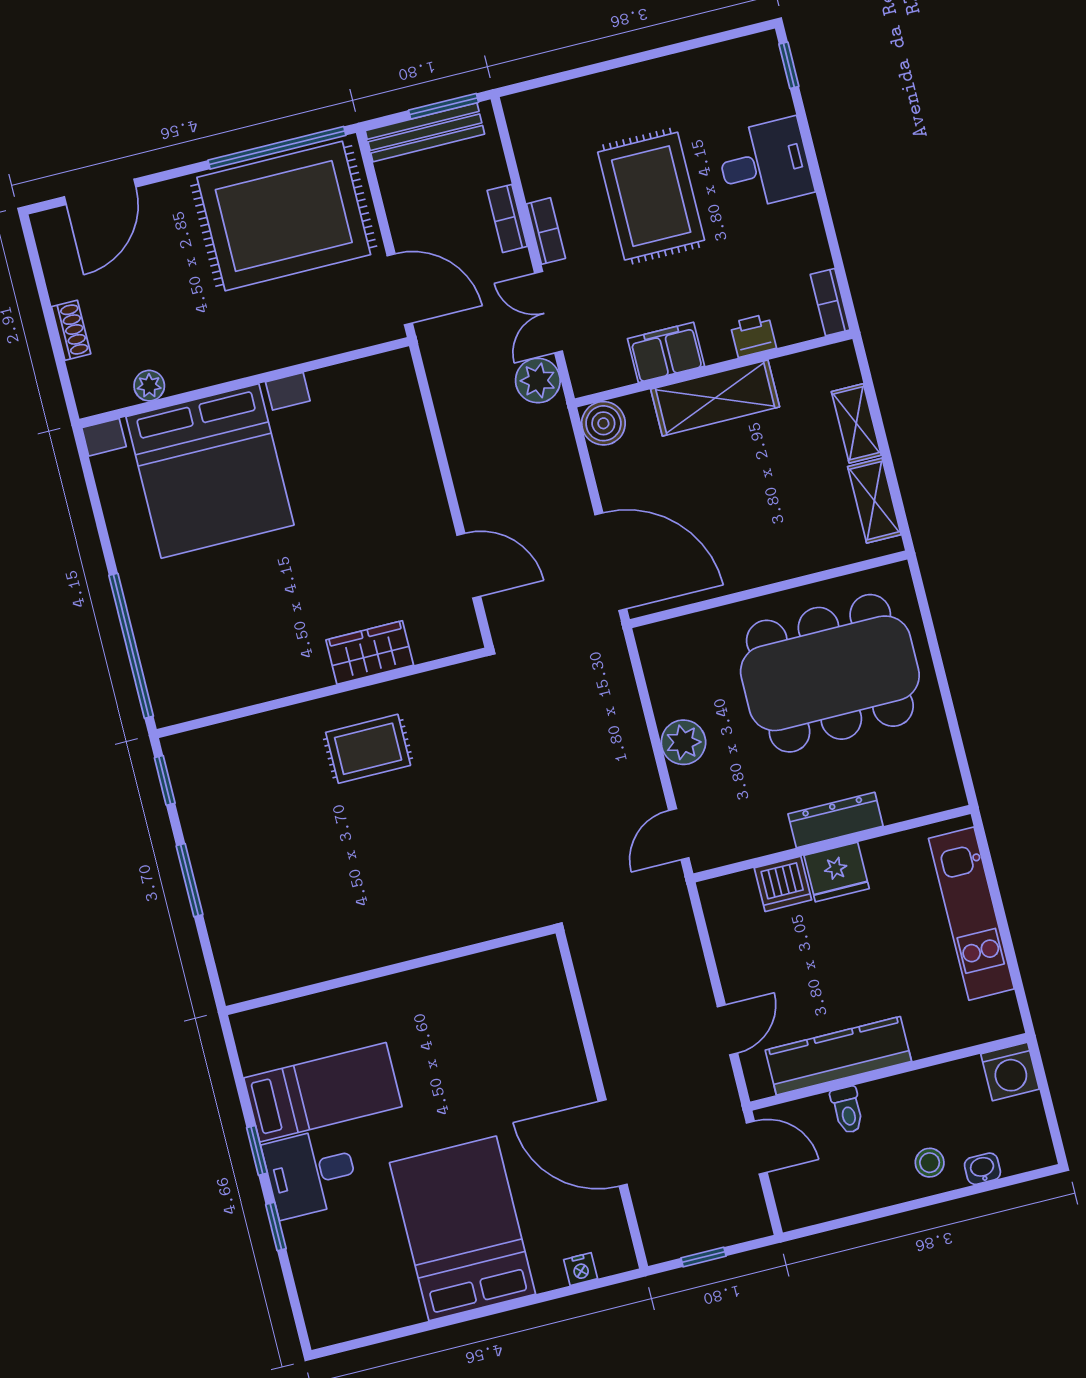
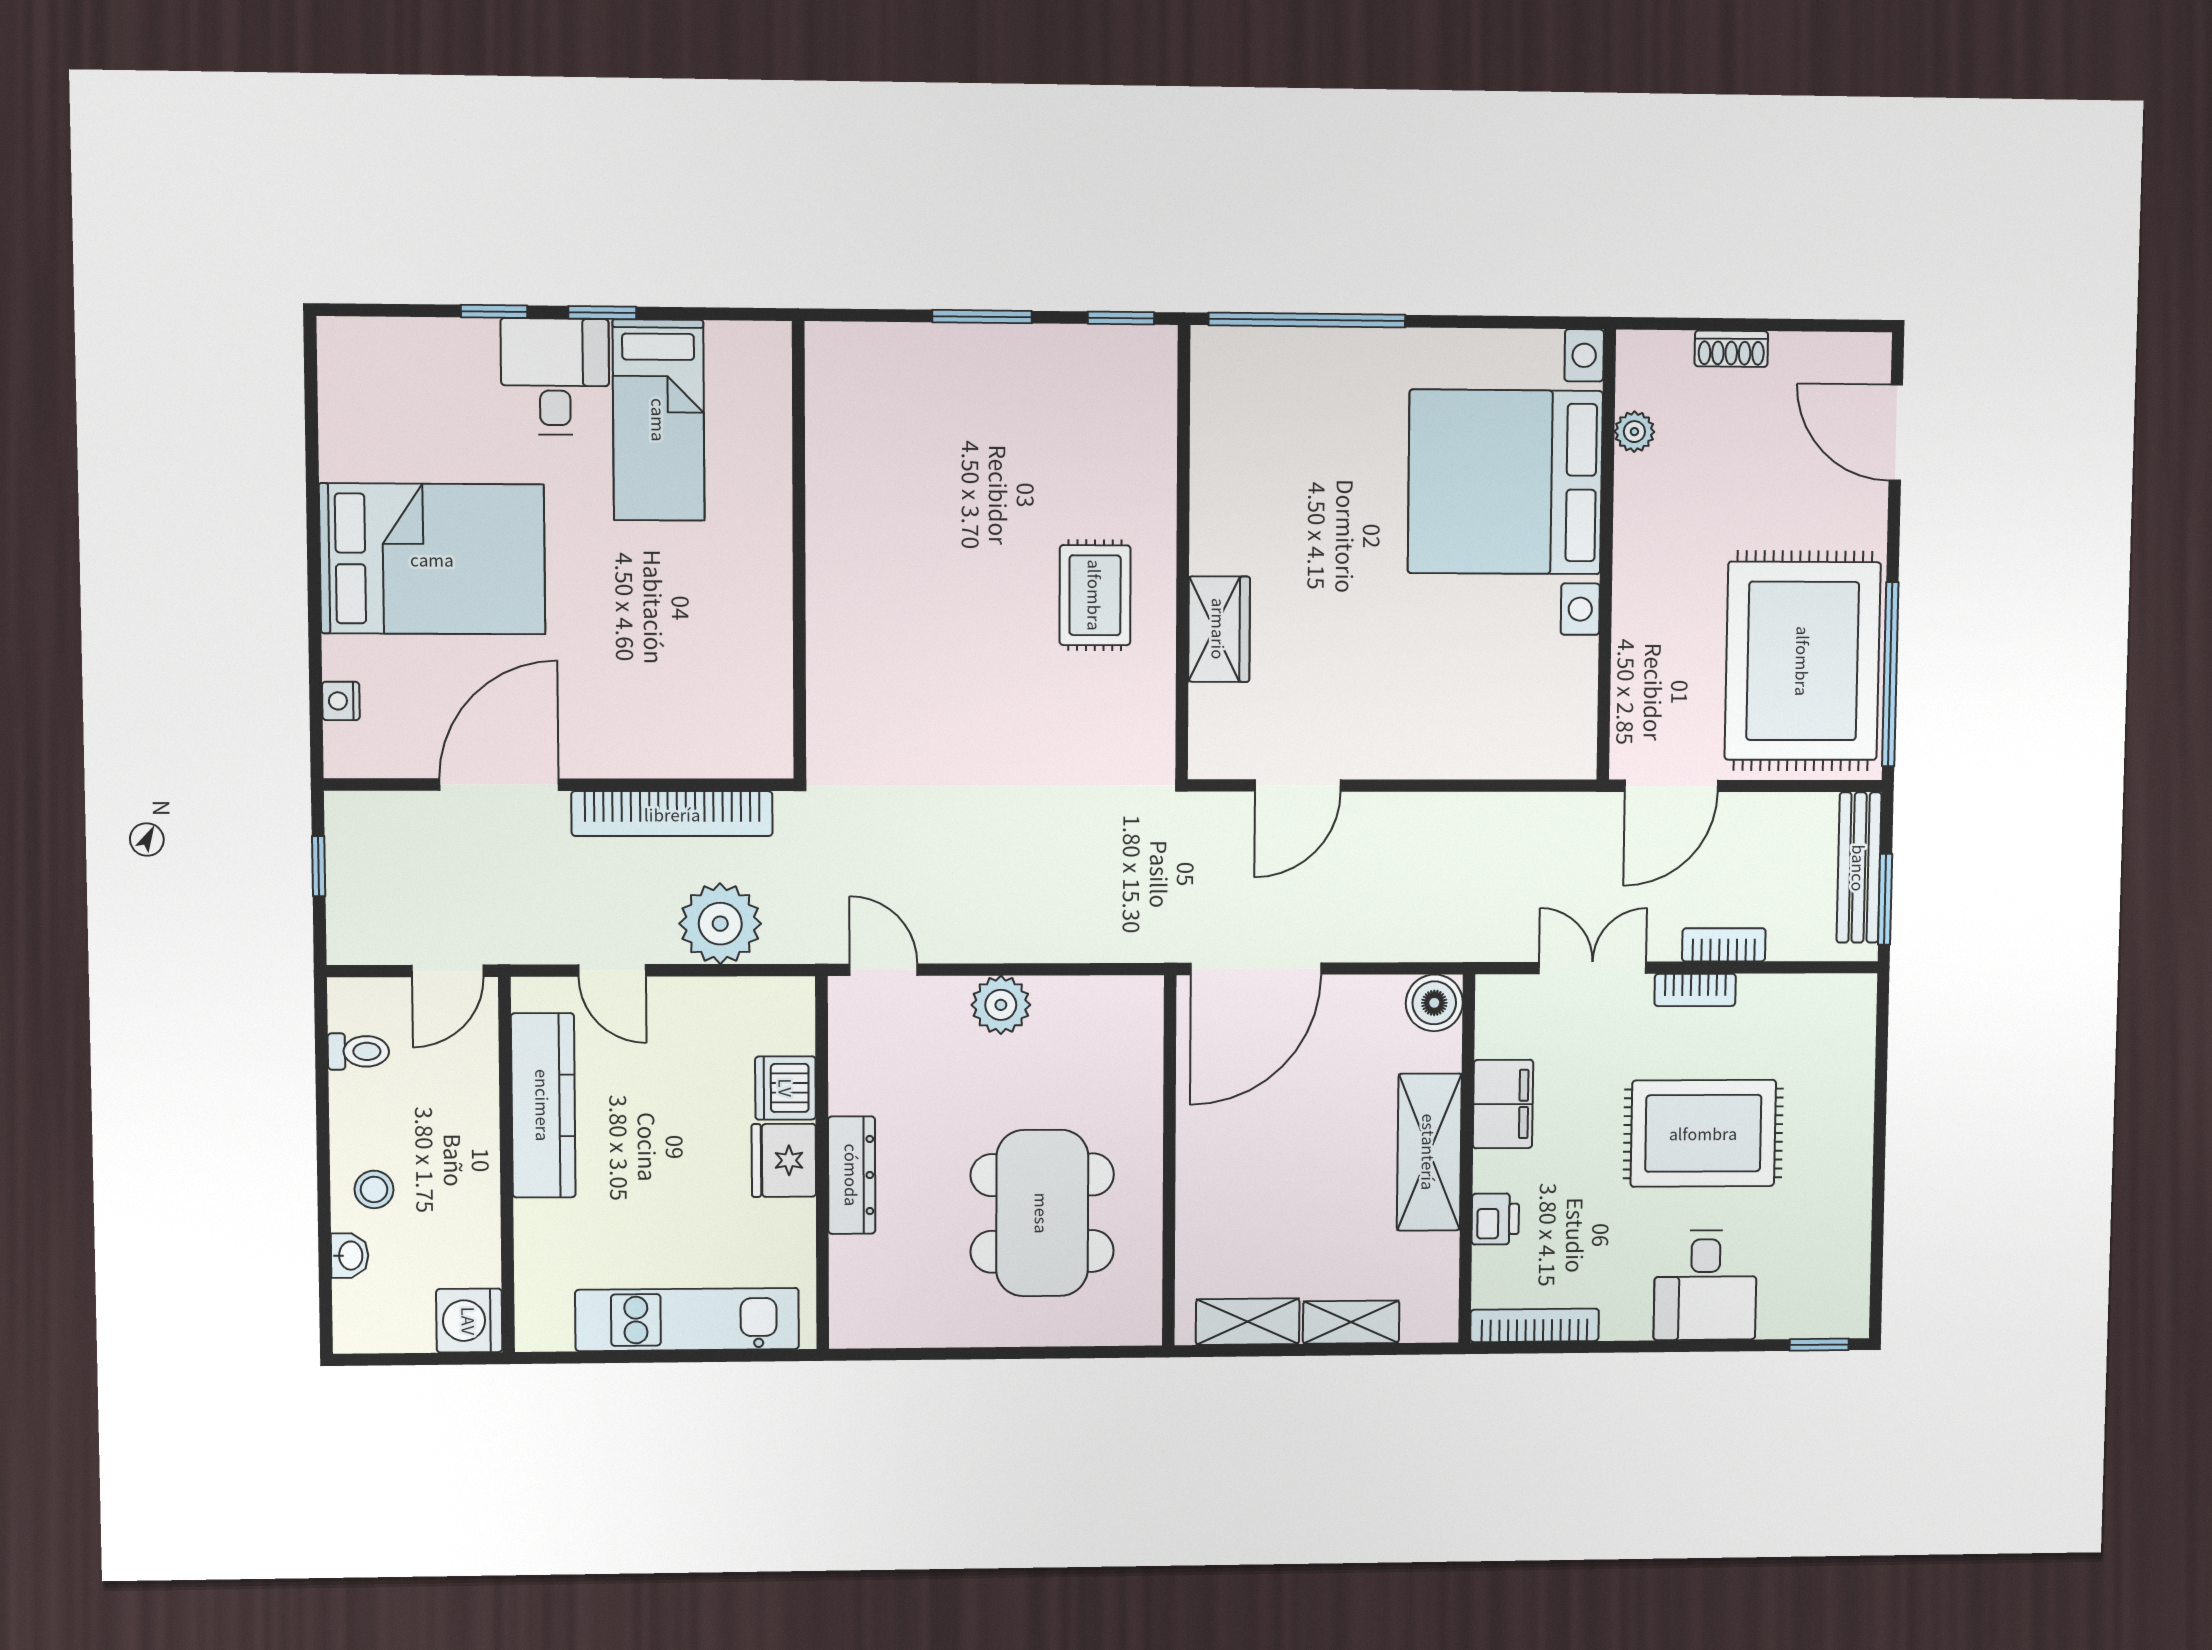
bookcase: (830, 302) -> (1535, 1325), width x1.56
plant: (538, 380) -> (720, 924), moved, width x1.36, depth x1.36
dining table: (830, 673) -> (1042, 1213), width x0.73, depth x0.80
bookcase: (603, 1014) -> (672, 814), added
toilet: (847, 1110) -> (358, 1051), moved, turned 180

